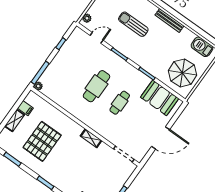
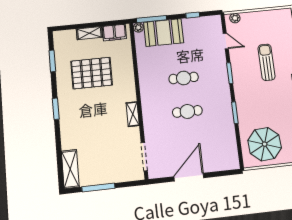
cafe table: (96, 86) -> (184, 78), width x0.73, depth x0.74
booth: (160, 98) -> (164, 33), moved, turned 90
filing cabinet: (25, 108) -> (114, 33), width x2.00
door: (161, 138) -> (189, 177), swing flipped

